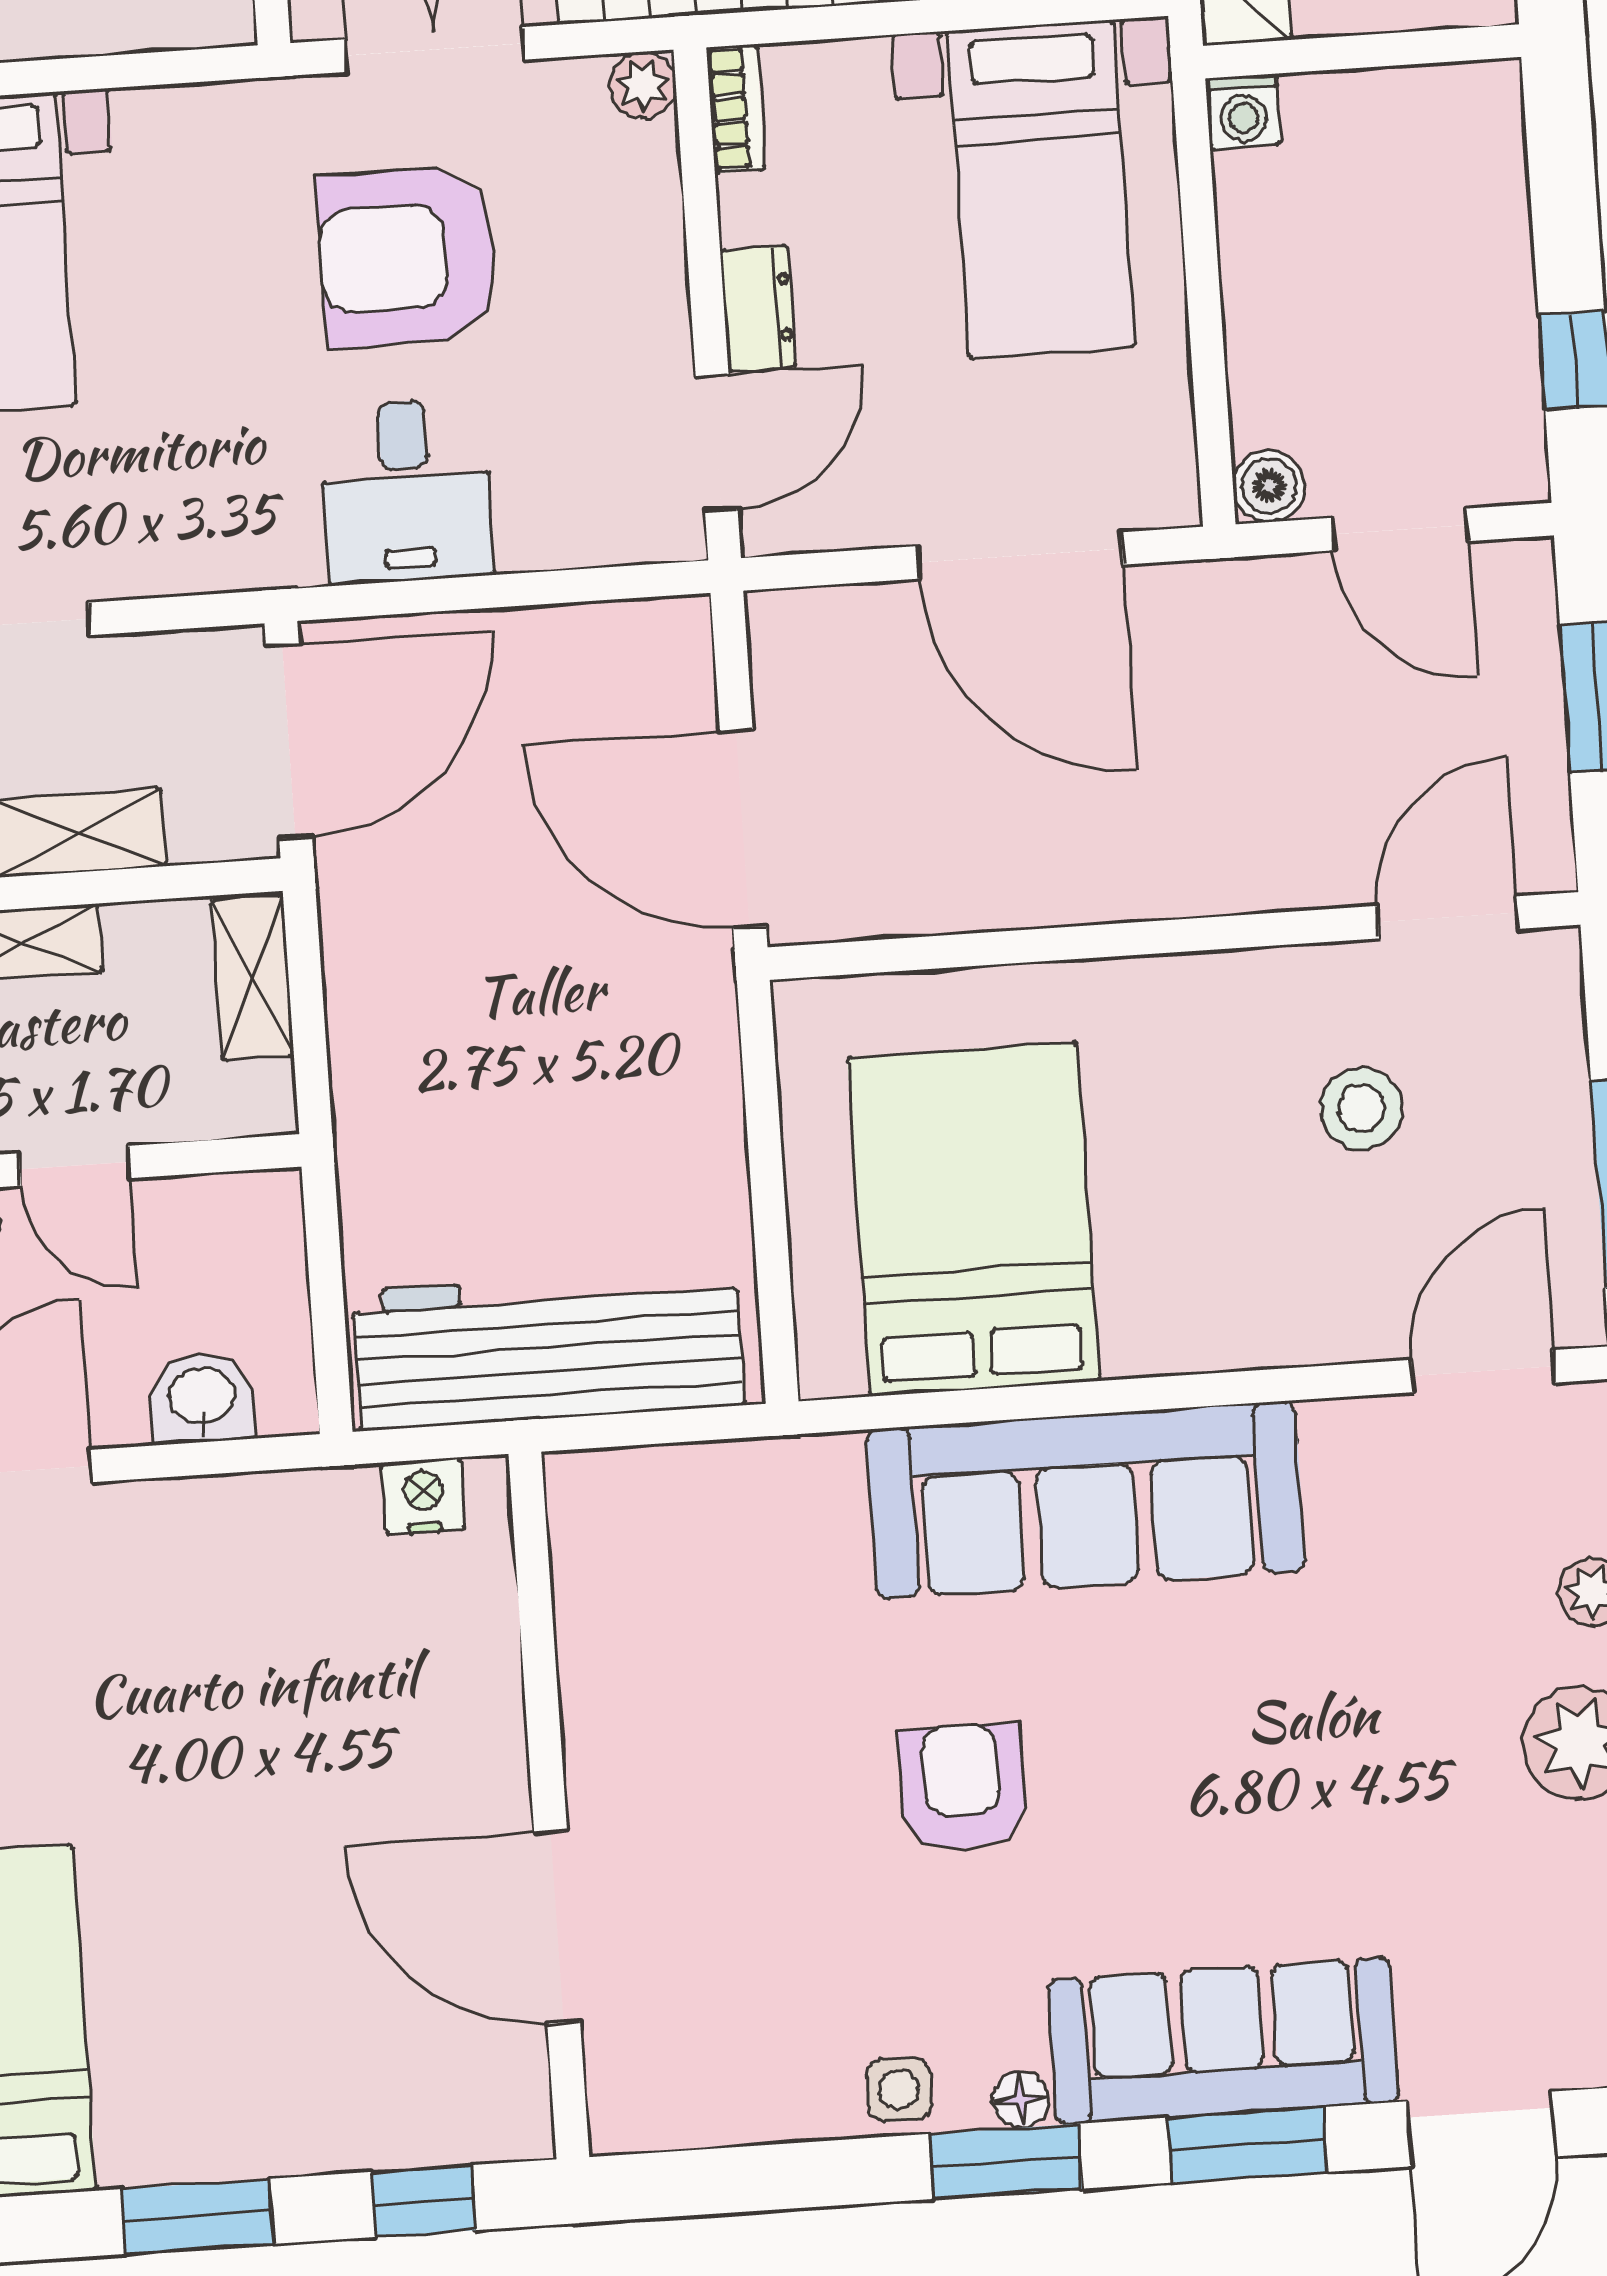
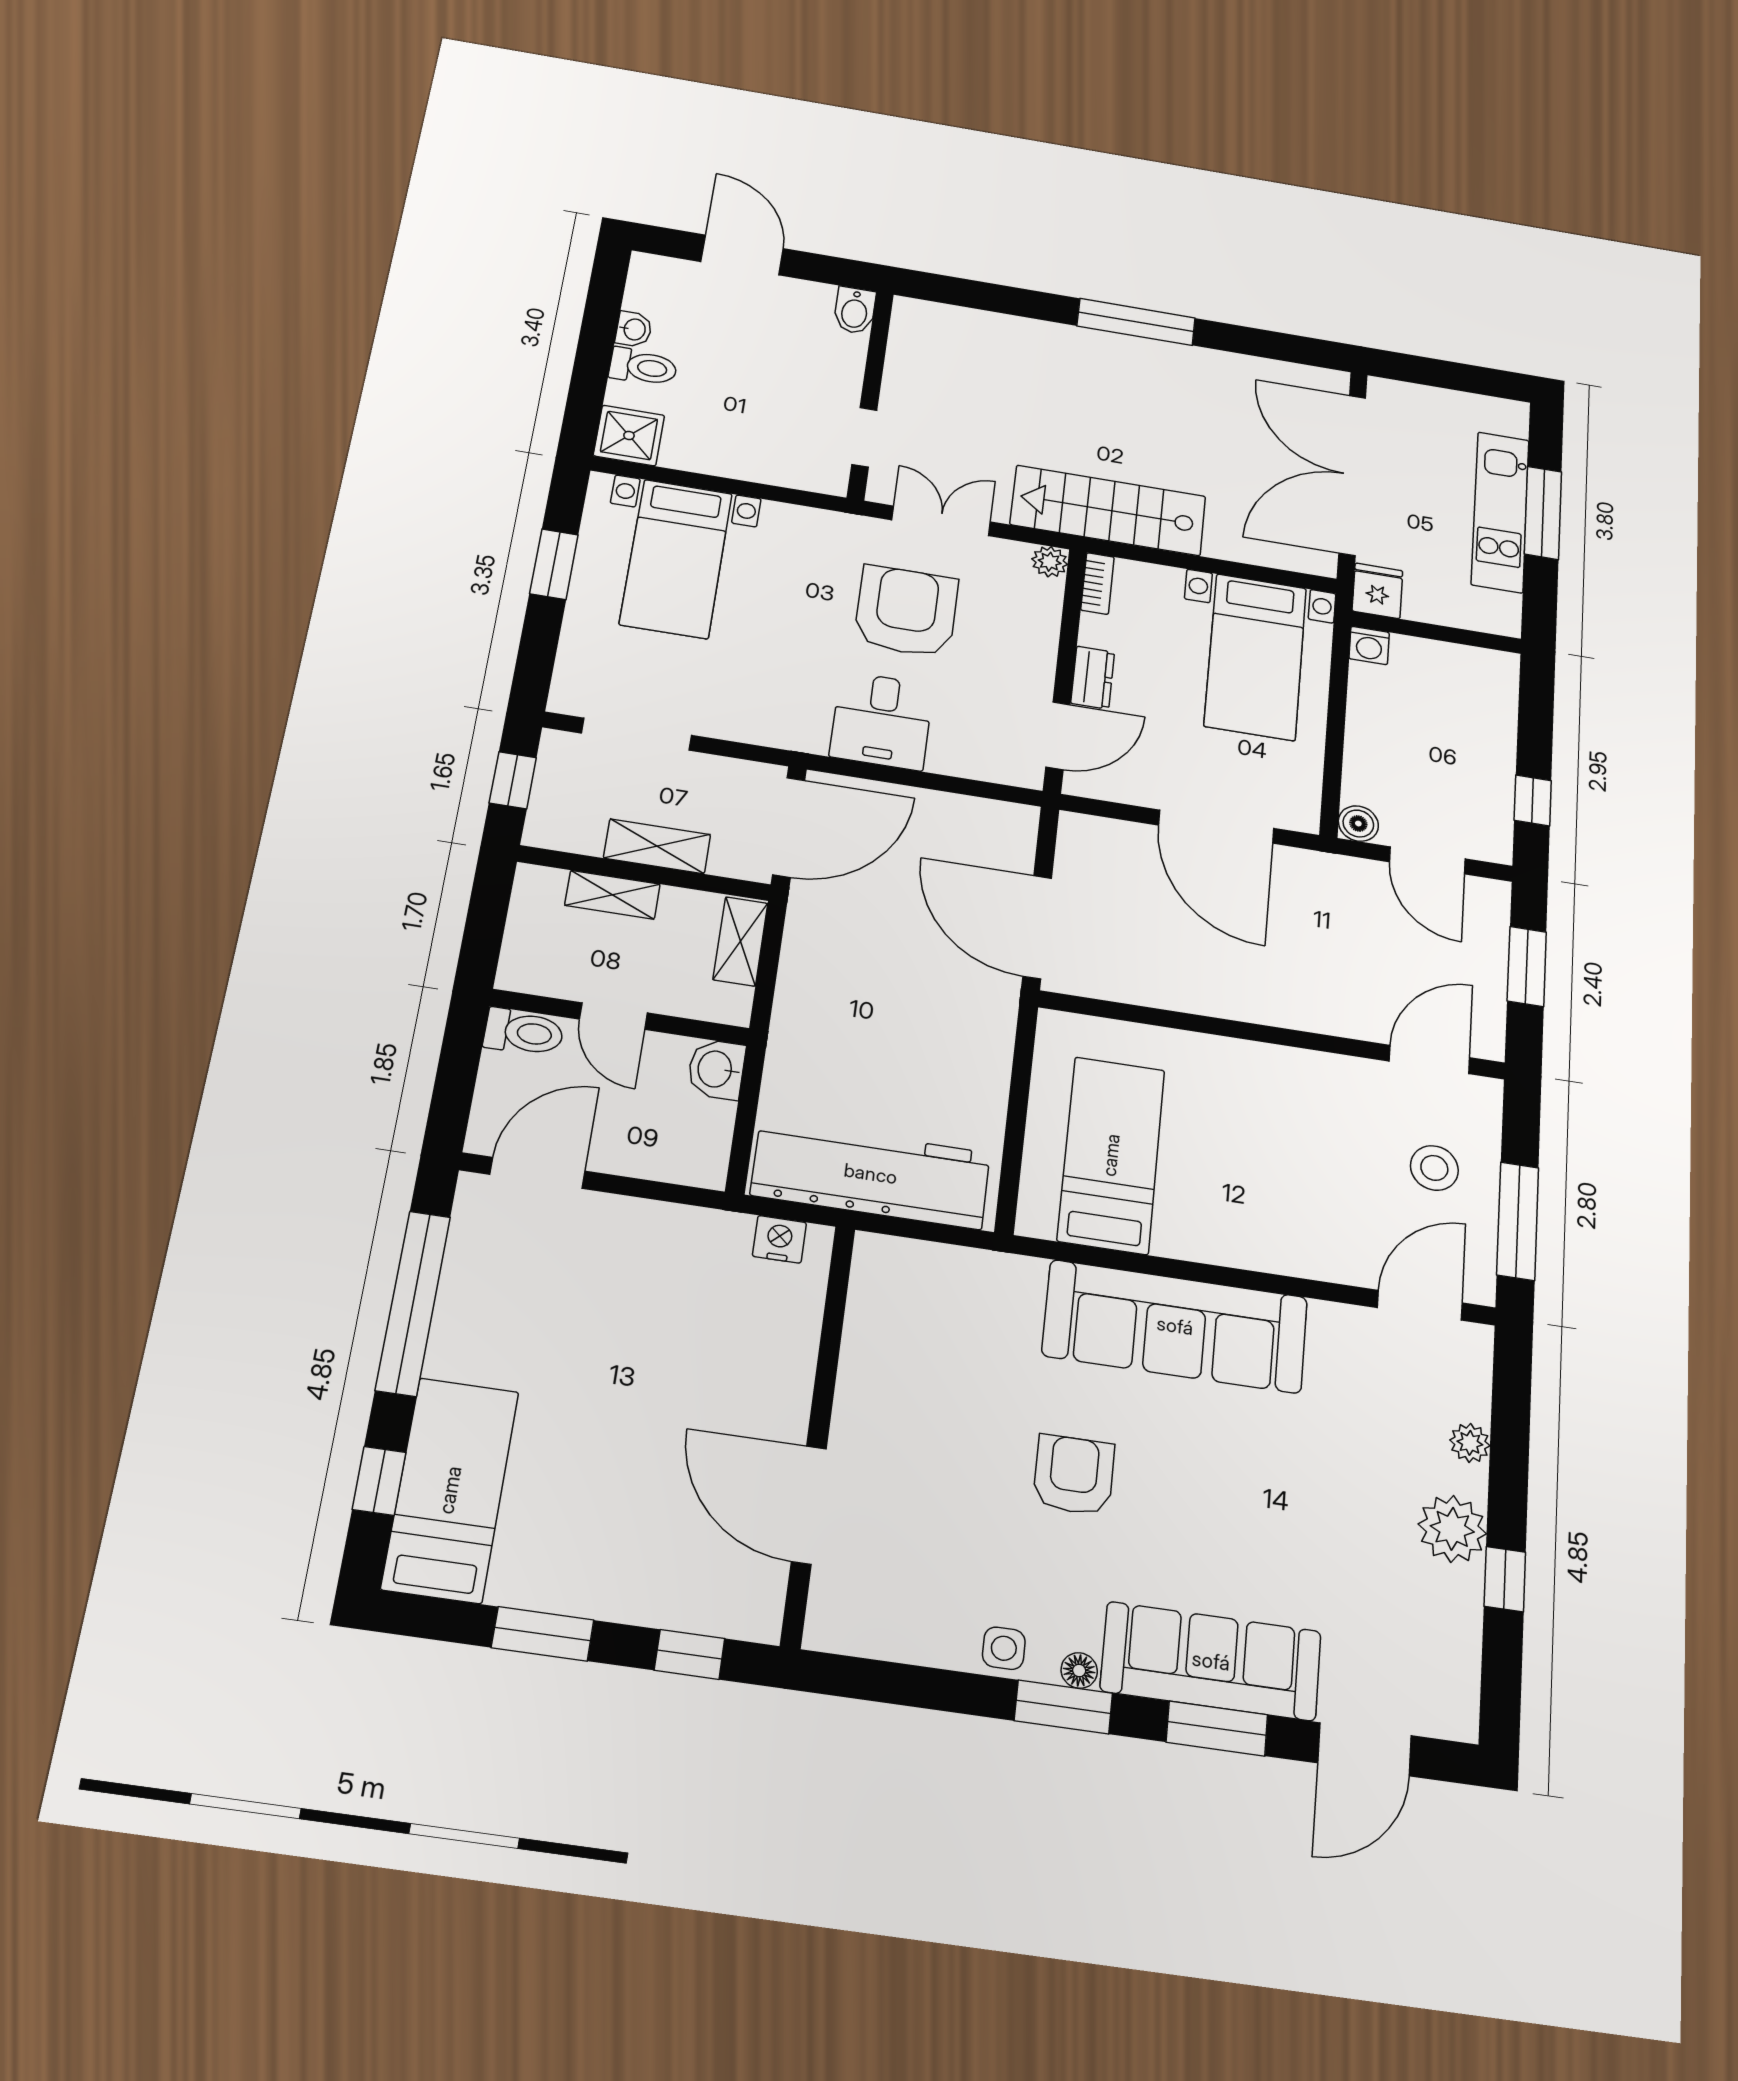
armchair: (408, 257) -> (906, 611), turned 90
stool: (1361, 1108) -> (1434, 1168), moved
bed: (973, 1219) -> (1111, 1155), width x0.67
washbasin: (202, 1398) -> (716, 1069), moved, turned -90

